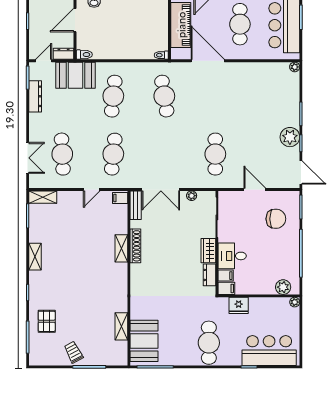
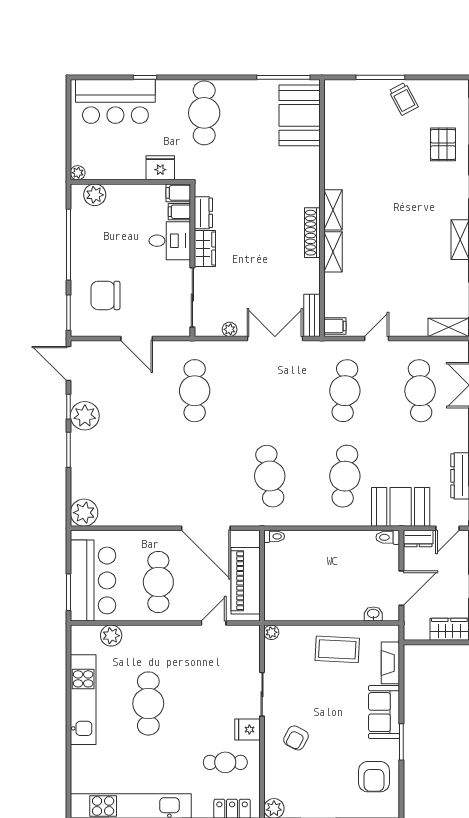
plant: (295, 67) -> (84, 513), width x1.87, depth x1.87
shoe rack: (135, 246) -> (312, 233), moved
shelving: (121, 326) -> (333, 210), moved

